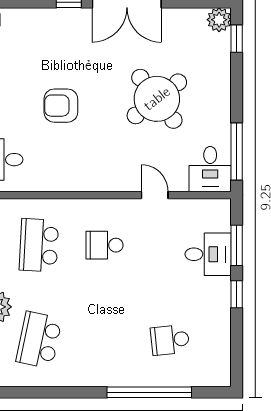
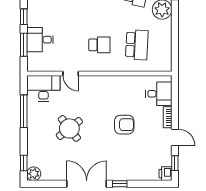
round table: (157, 99) -> (69, 128), width x0.73, depth x0.73
window: (237, 152) -> (24, 111), moved
desk: (210, 169) -> (43, 88), width x1.37

